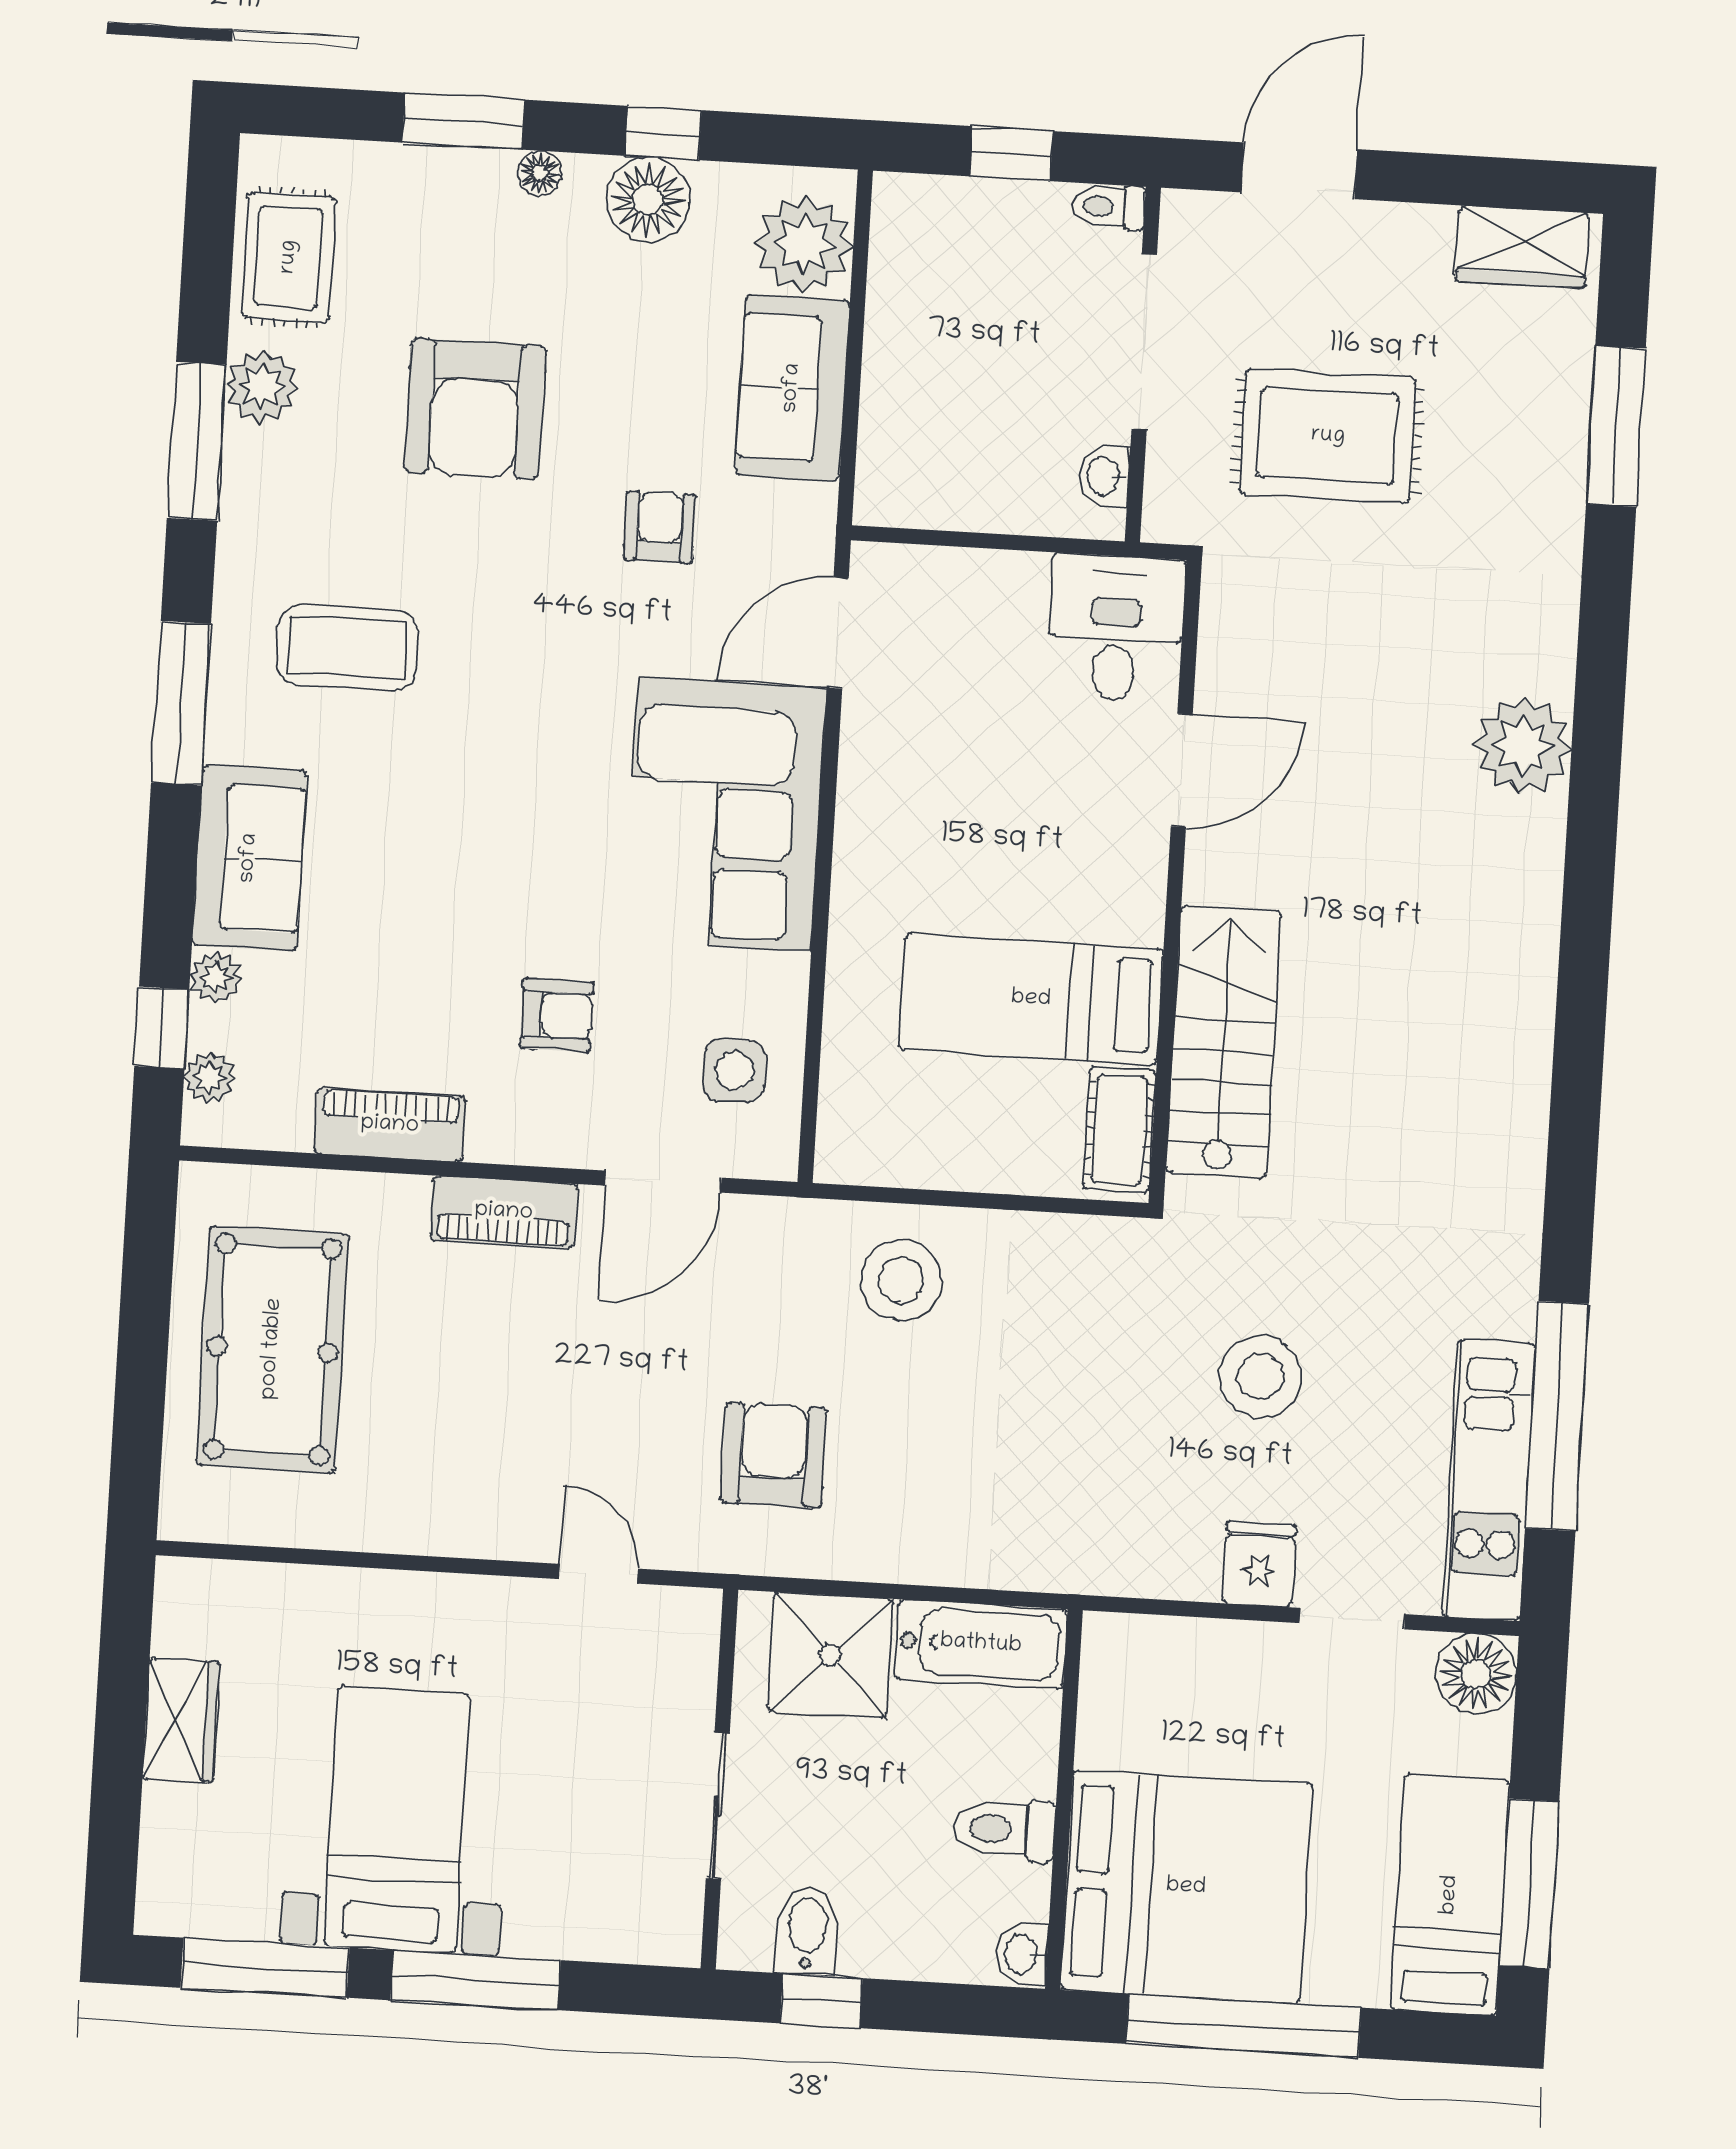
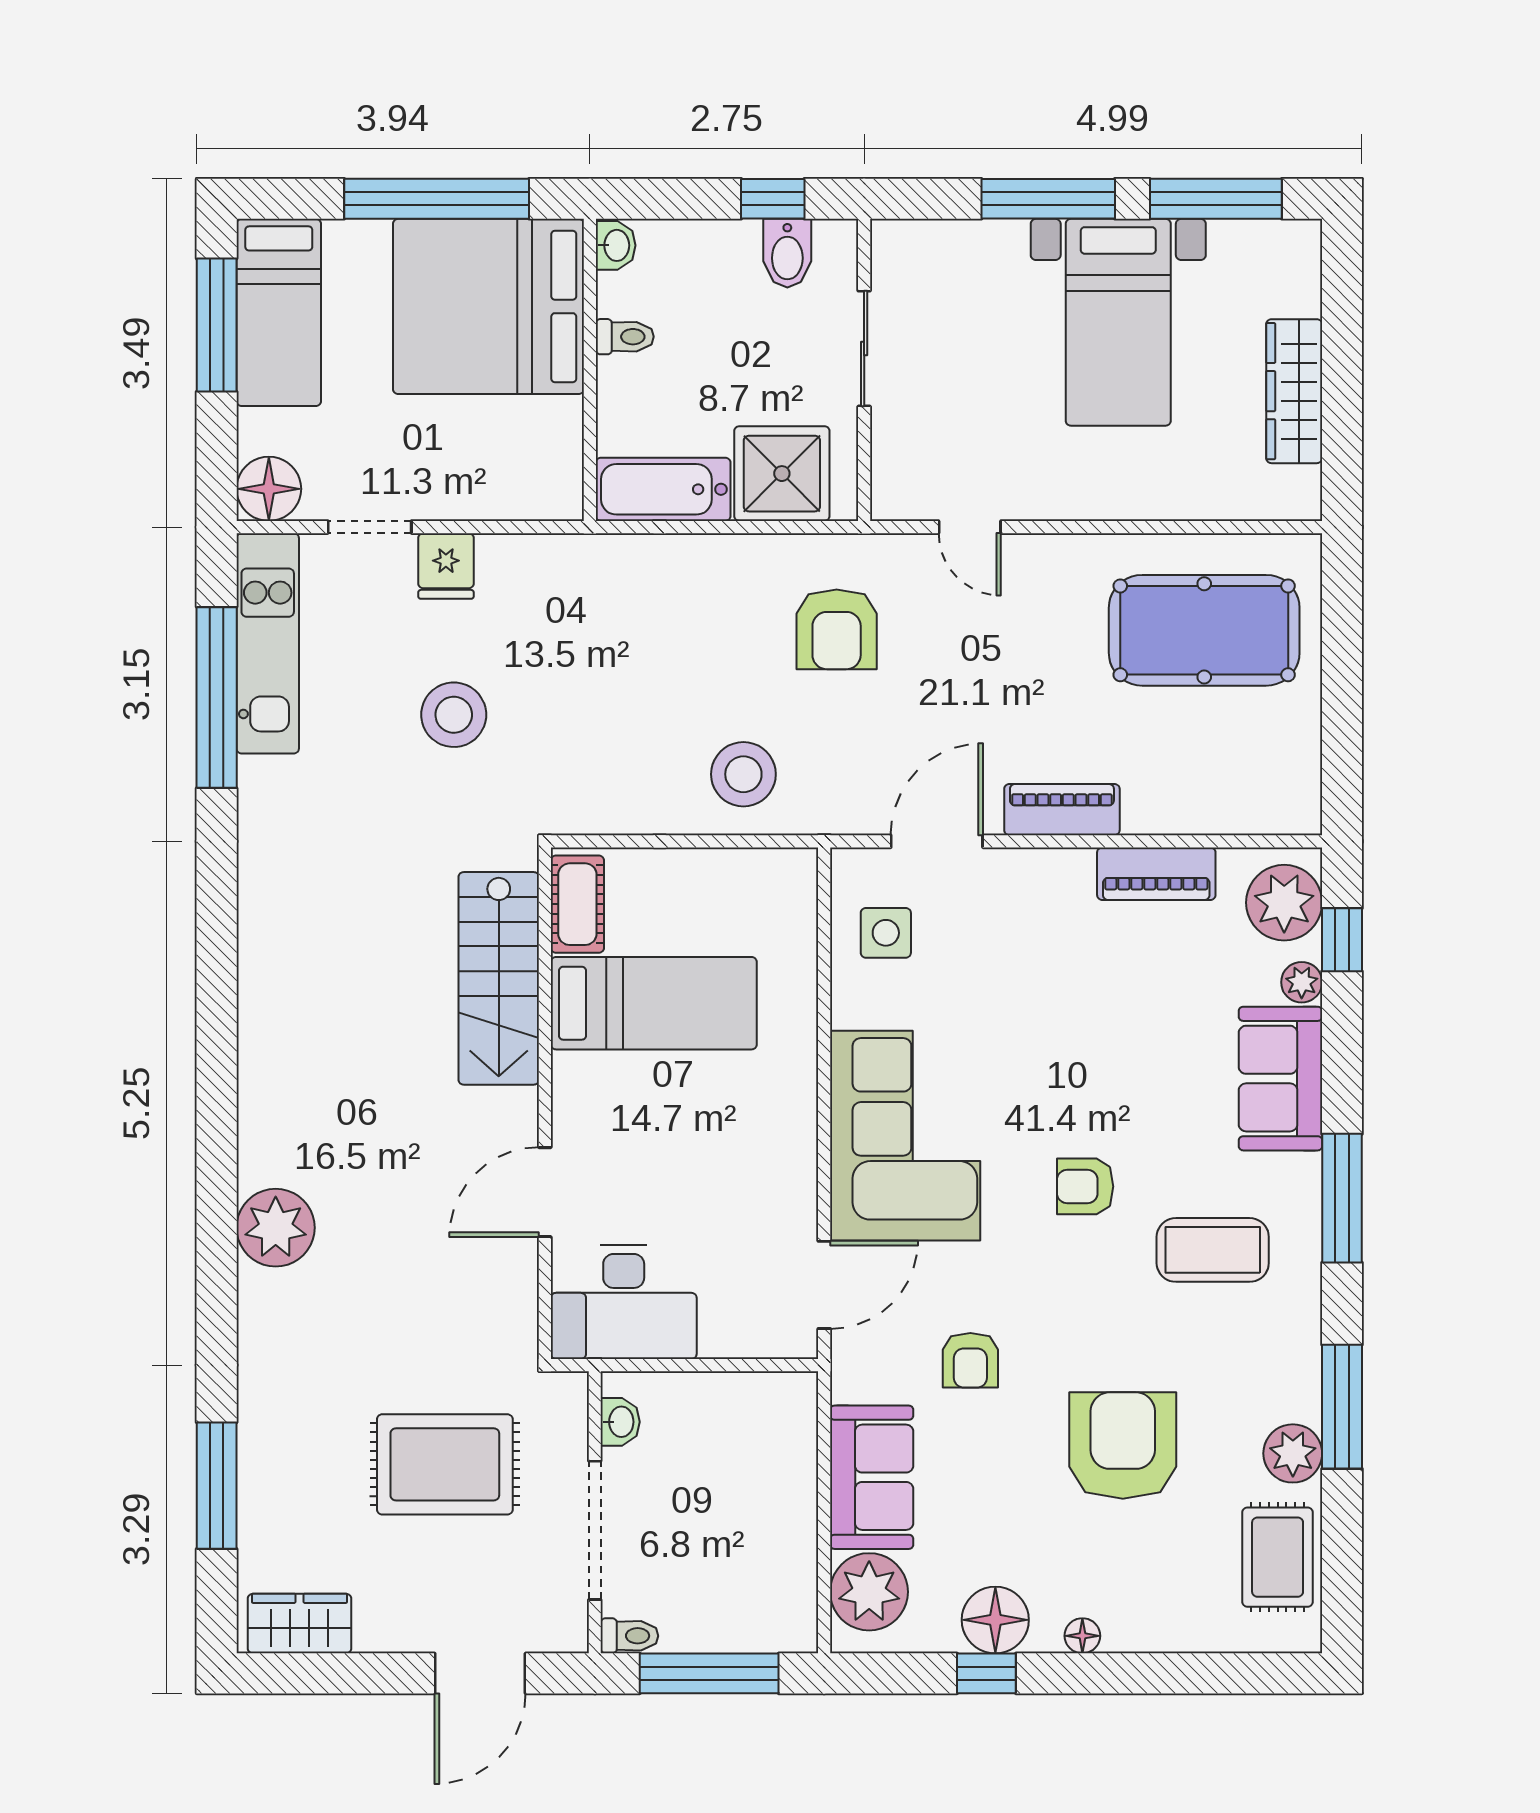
window: (464, 121) -> (1145, 1673), removed
window: (1011, 154) -> (709, 1673), width x2.17
desk: (1116, 628) -> (624, 1302), width x1.37
armchair: (557, 1015) -> (1085, 1186), moved
plant: (209, 1077) -> (1284, 903), width x1.88, depth x1.88
pool table: (272, 1349) -> (1204, 630), moved, turned 90
wardrobe: (181, 1720) -> (1294, 391), width x1.50
toilet: (1004, 1829) -> (625, 337), width x0.73, depth x0.72

